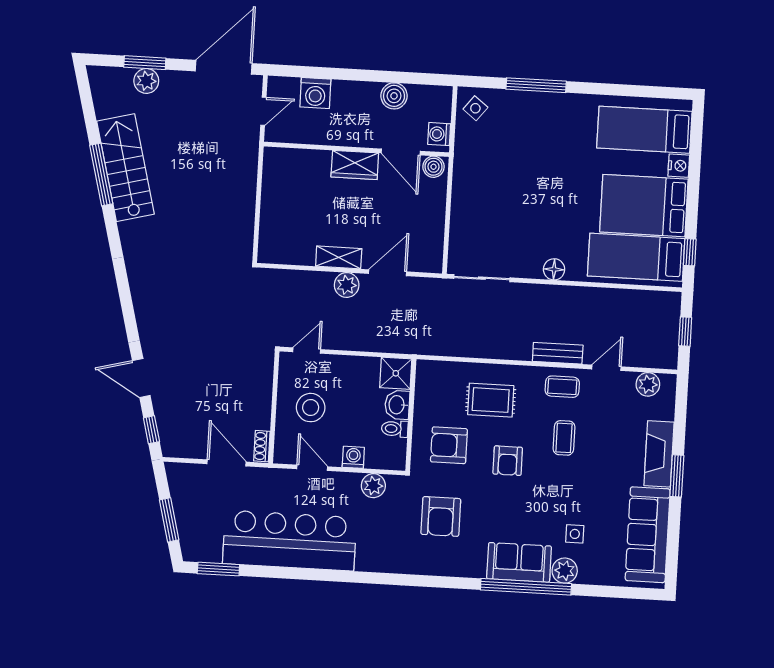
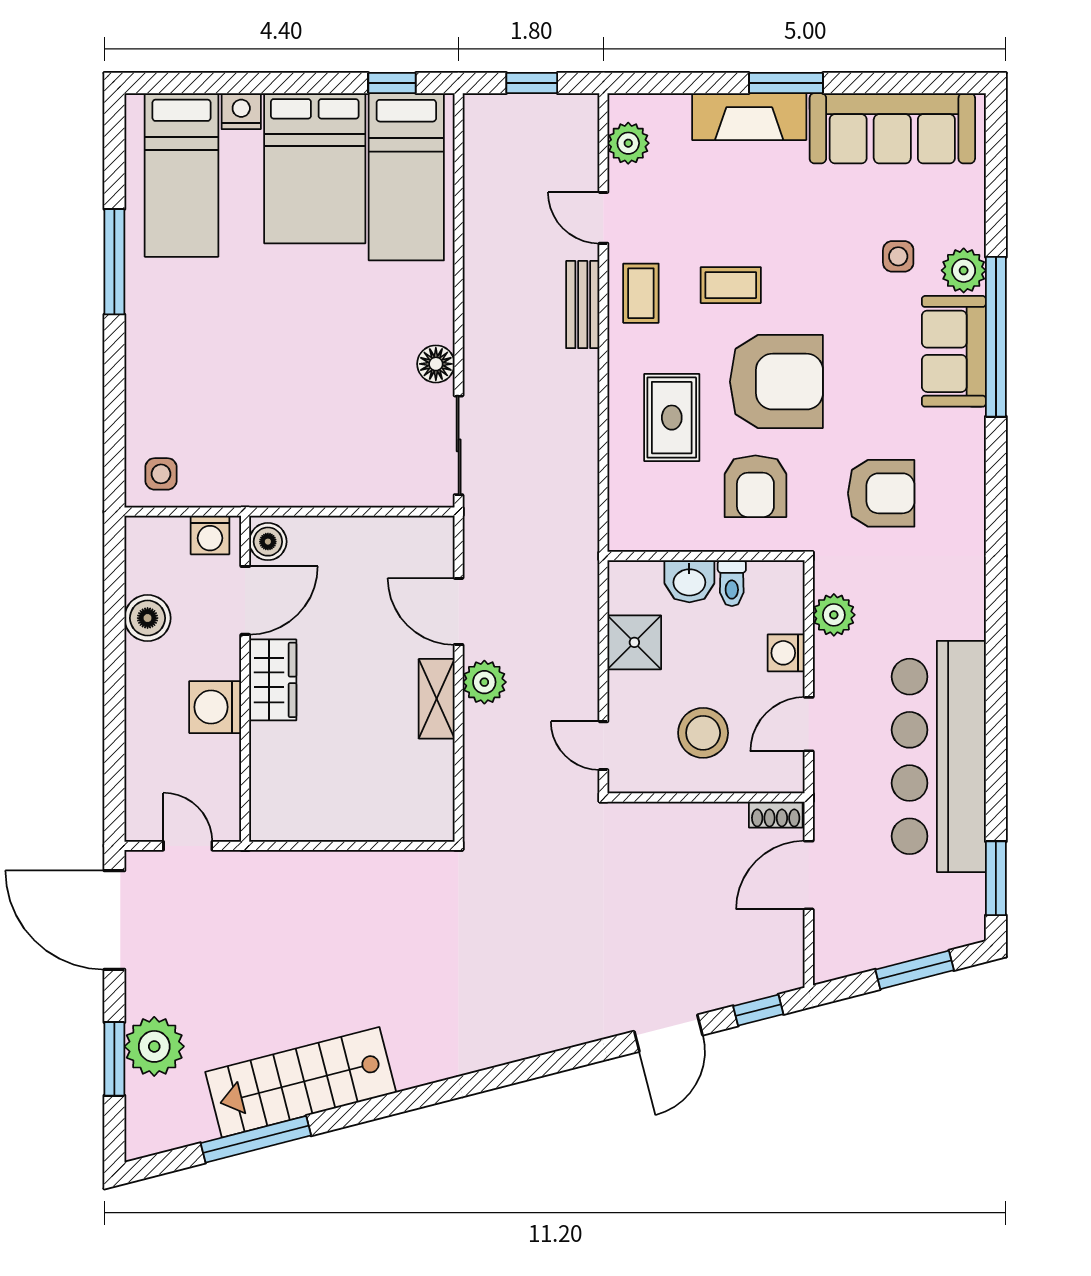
plant: (146, 81) -> (154, 1046), width x1.36, depth x1.36
window: (536, 85) -> (114, 262), moved
washing machine: (315, 93) -> (215, 707), moved, turned 180
side table: (475, 108) -> (161, 474), turned -38
window: (101, 175) -> (256, 1139), moved
floor lamp: (554, 269) -> (436, 364), moved
shower: (396, 373) -> (634, 642), moved
armchair: (508, 461) -> (776, 382), width x1.88, depth x1.88

